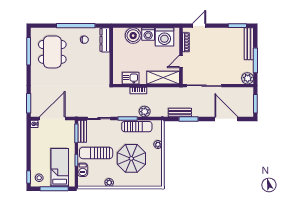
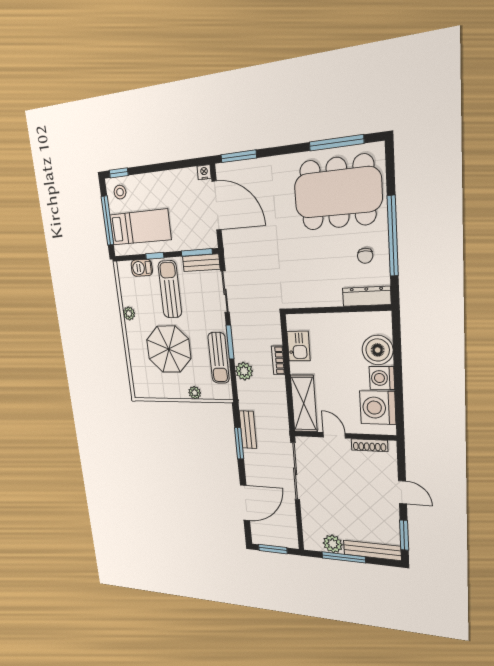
door: (199, 26) -> (403, 492), moved
dining table: (52, 52) -> (338, 193), width x1.36, depth x1.24
plant: (248, 78) -> (333, 544), moved

